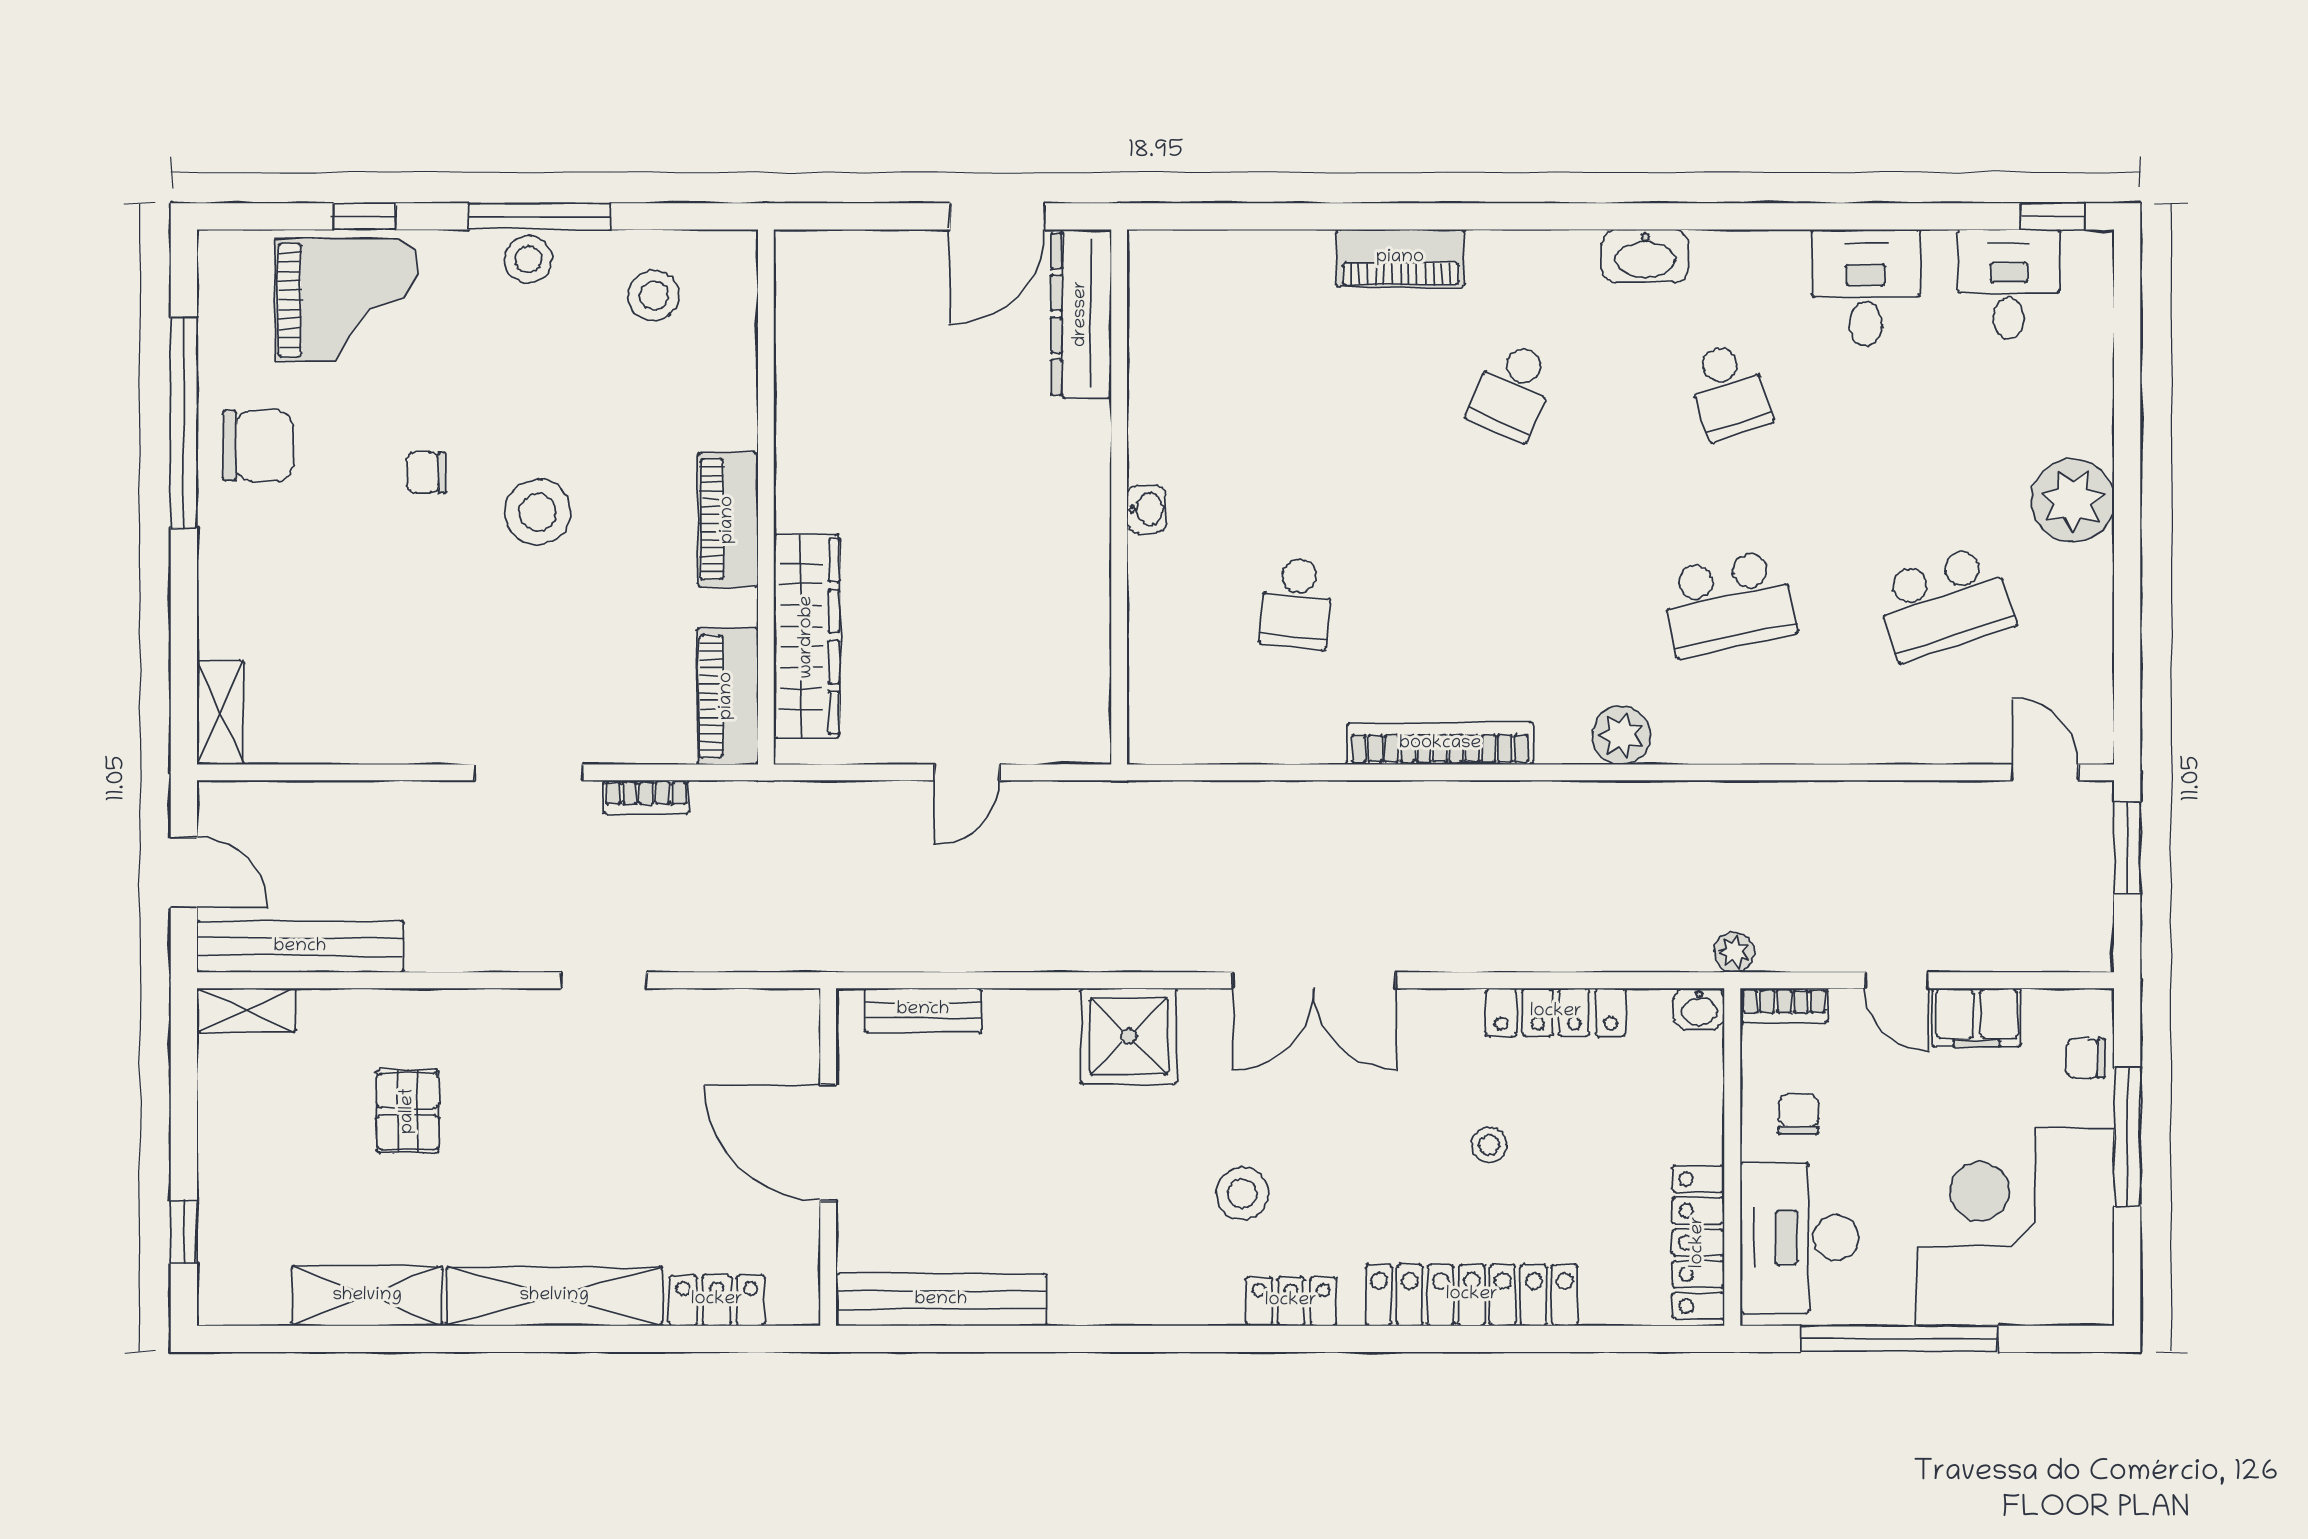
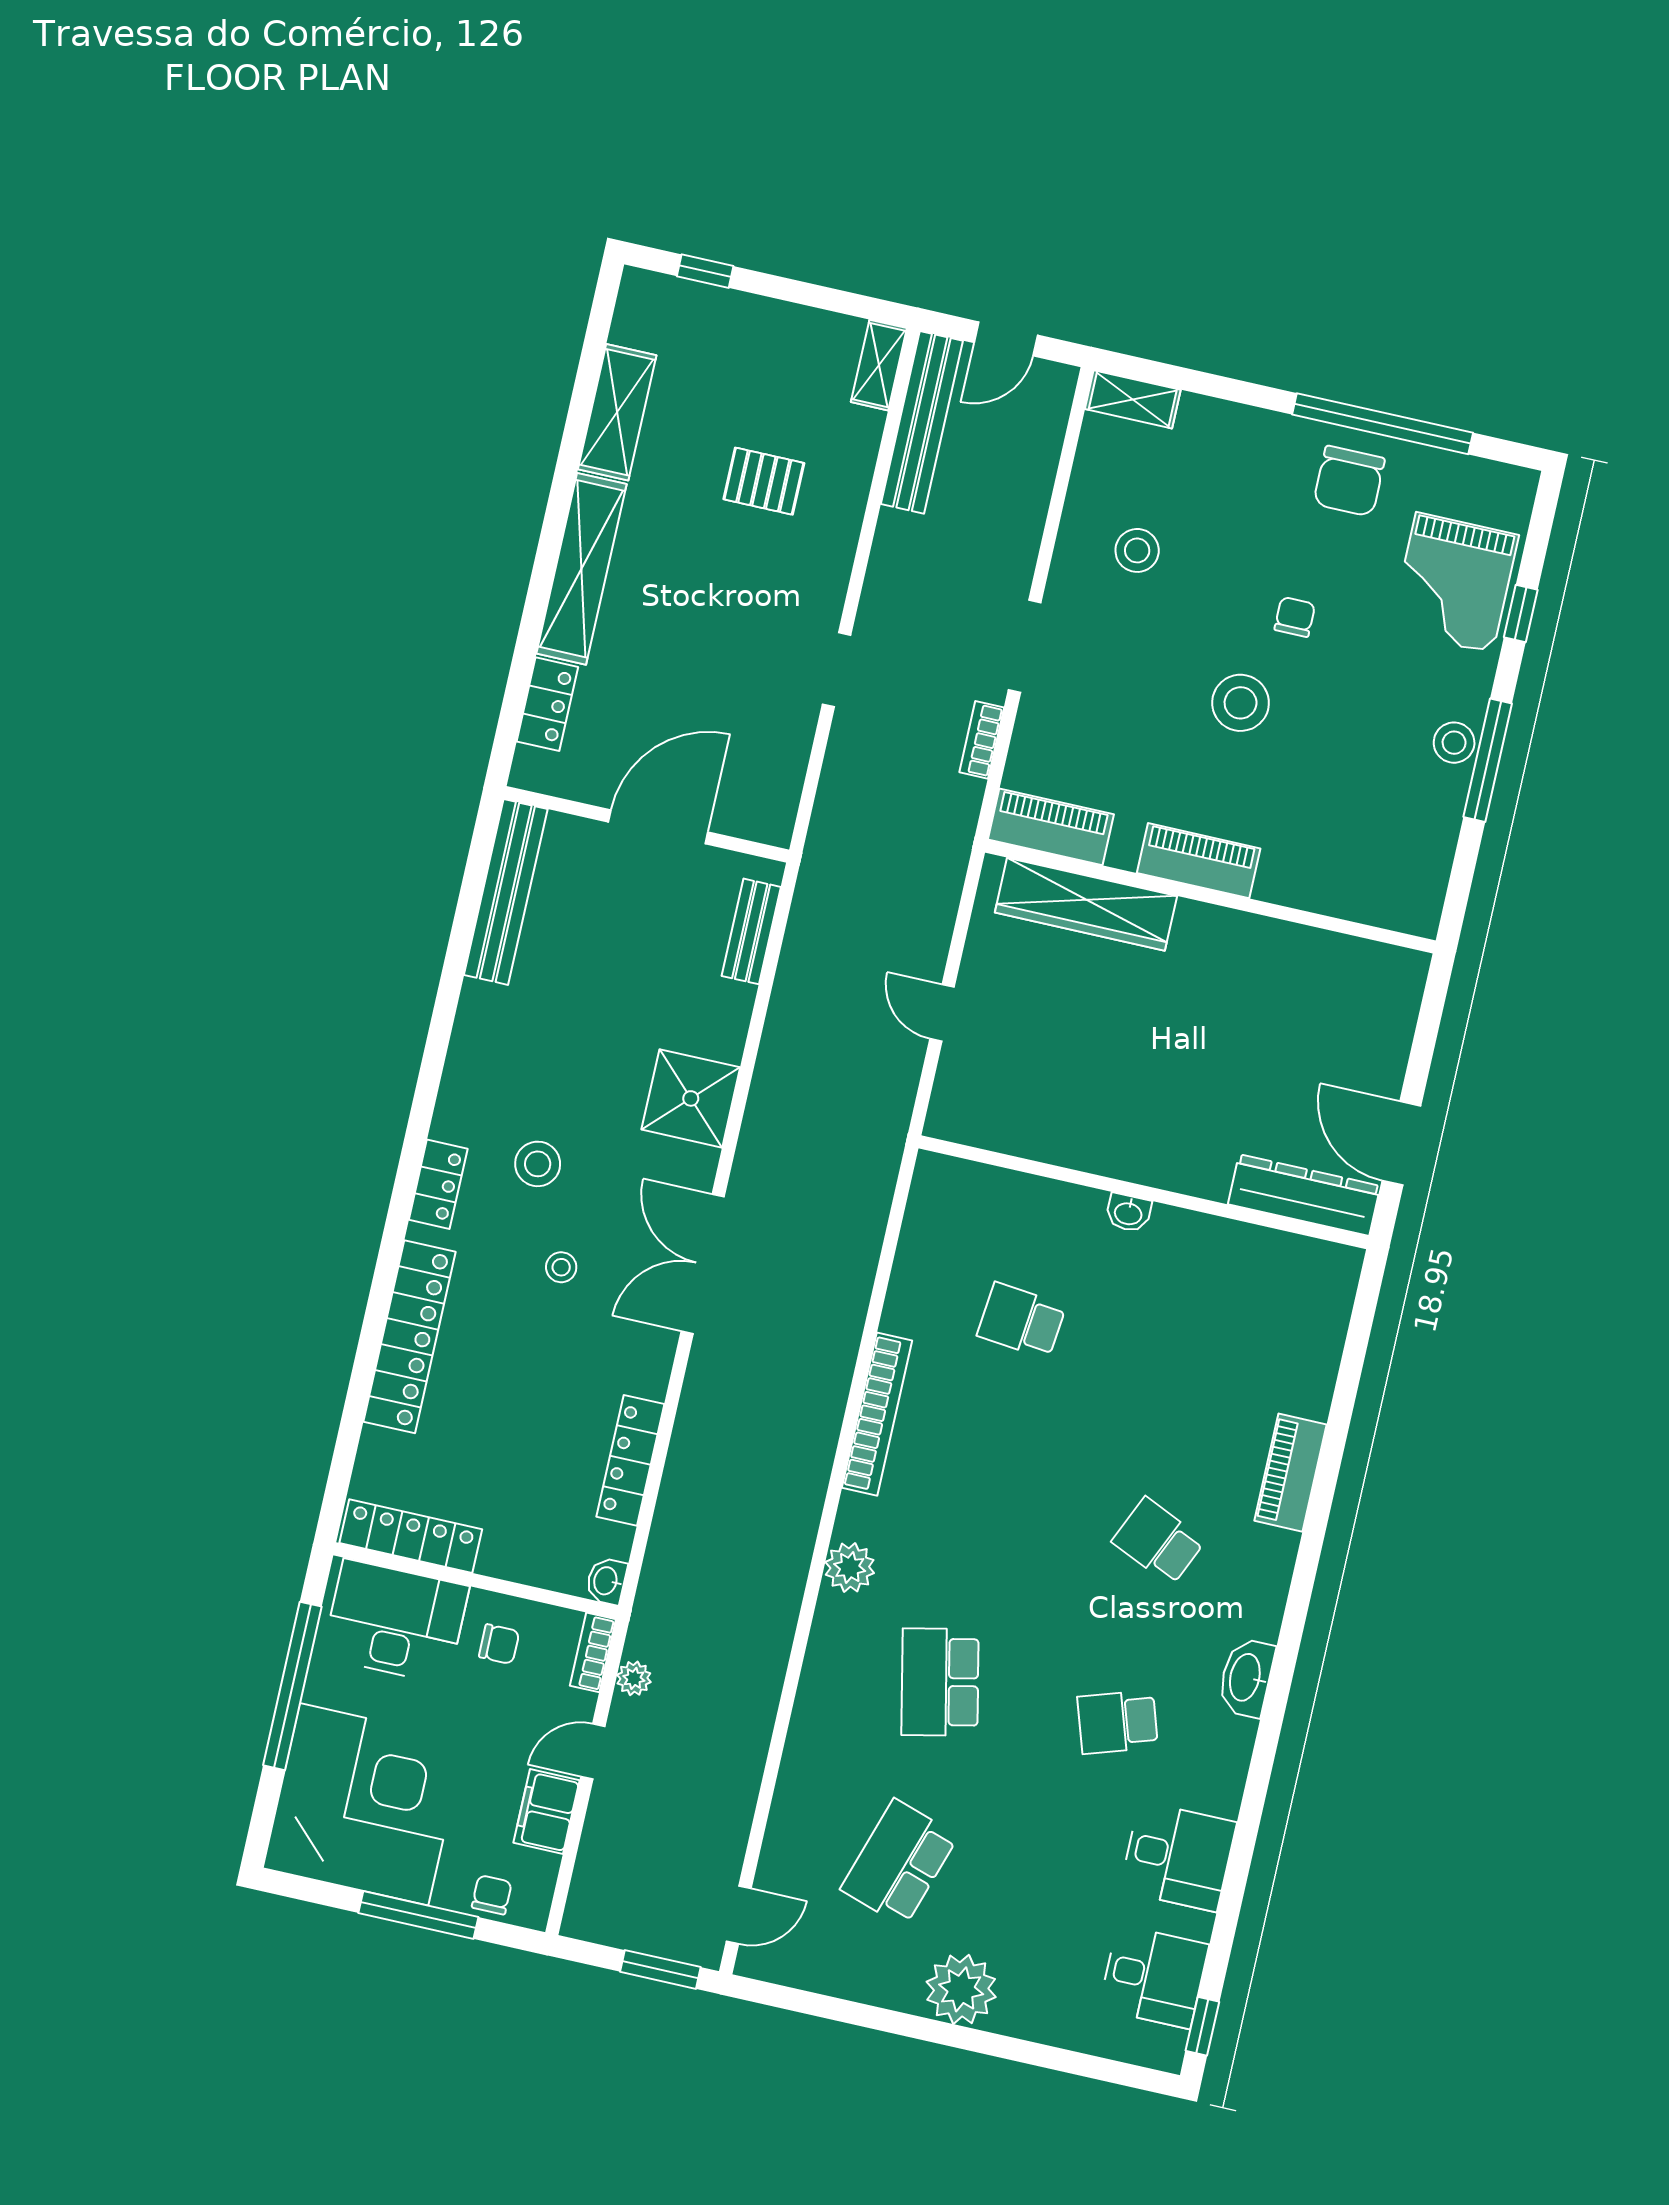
stool: (654, 295) -> (1137, 550), moved
school desk: (1945, 603) -> (899, 1863), turned 36
plant: (1734, 952) -> (634, 1678), moved
stool: (1489, 1145) -> (561, 1267), moved

